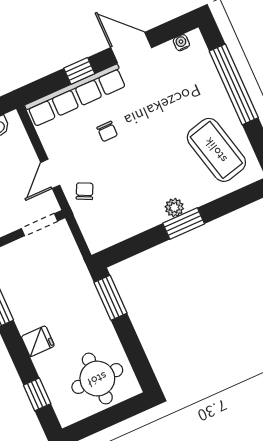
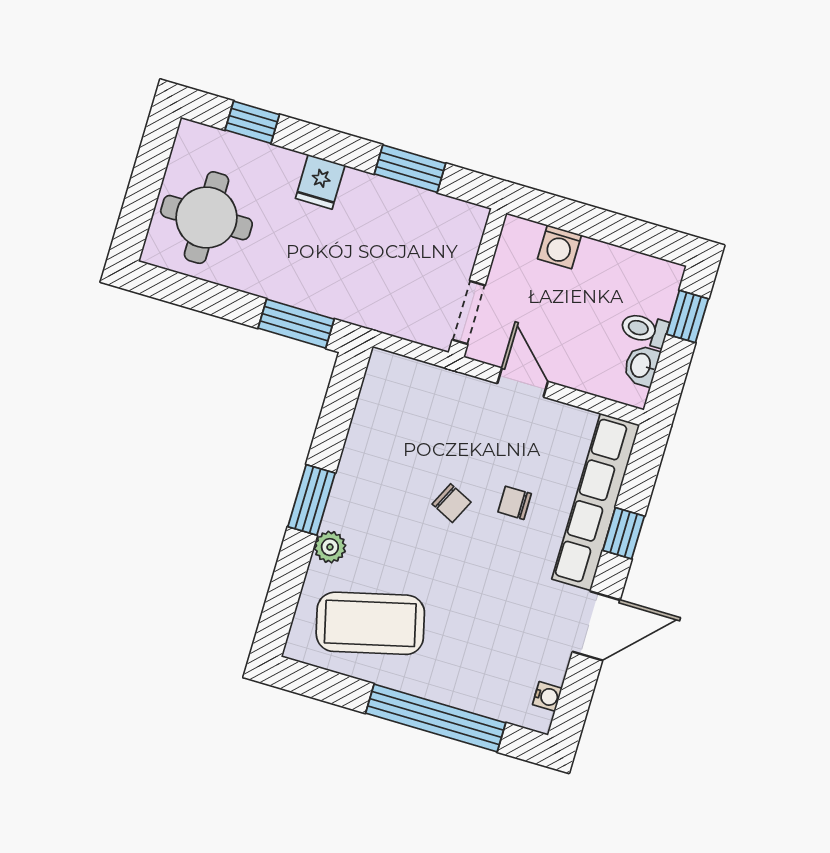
chair: (85, 191) -> (452, 503), moved
plant: (174, 208) -> (330, 547), moved

